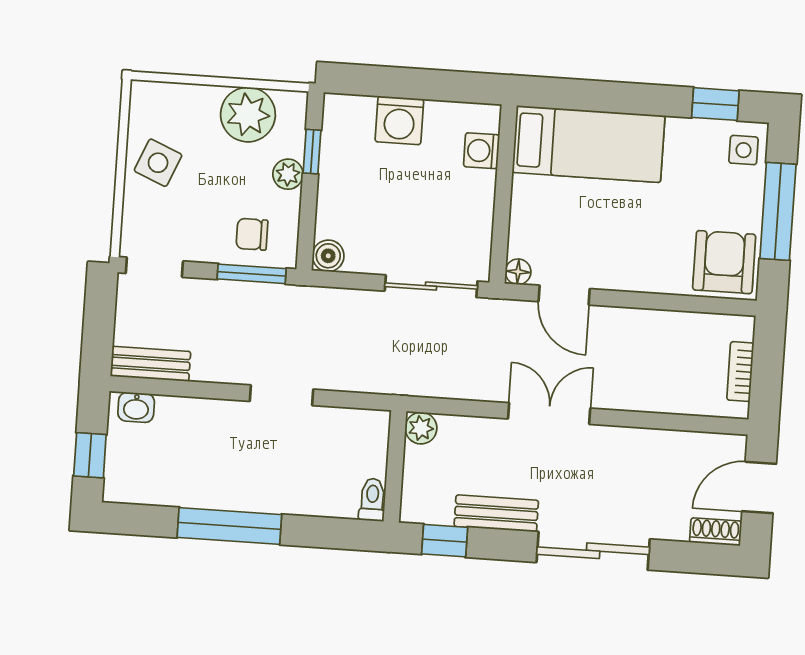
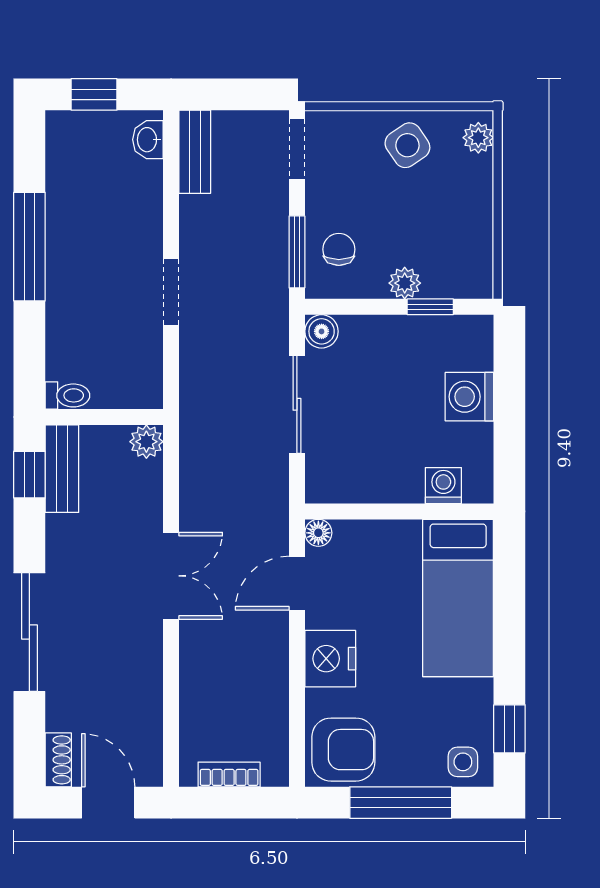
plant: (248, 115) -> (478, 138), moved, width x0.53, depth x0.53
side table: (158, 163) -> (407, 145), turned 33
nightstand: (638, 269) -> (330, 659), added
sliding door: (431, 286) -> (297, 404), moved
bench: (496, 513) -> (62, 469), moved

